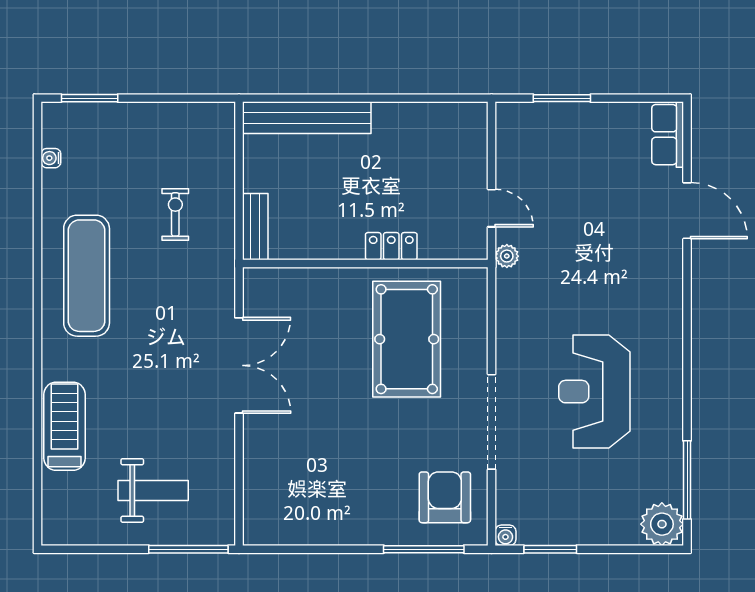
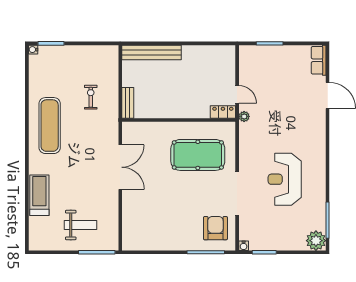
water cooler: (51, 158) -> (33, 50), moved
locker: (391, 246) -> (223, 112), moved
pool table: (407, 339) -> (198, 155), turned 90

